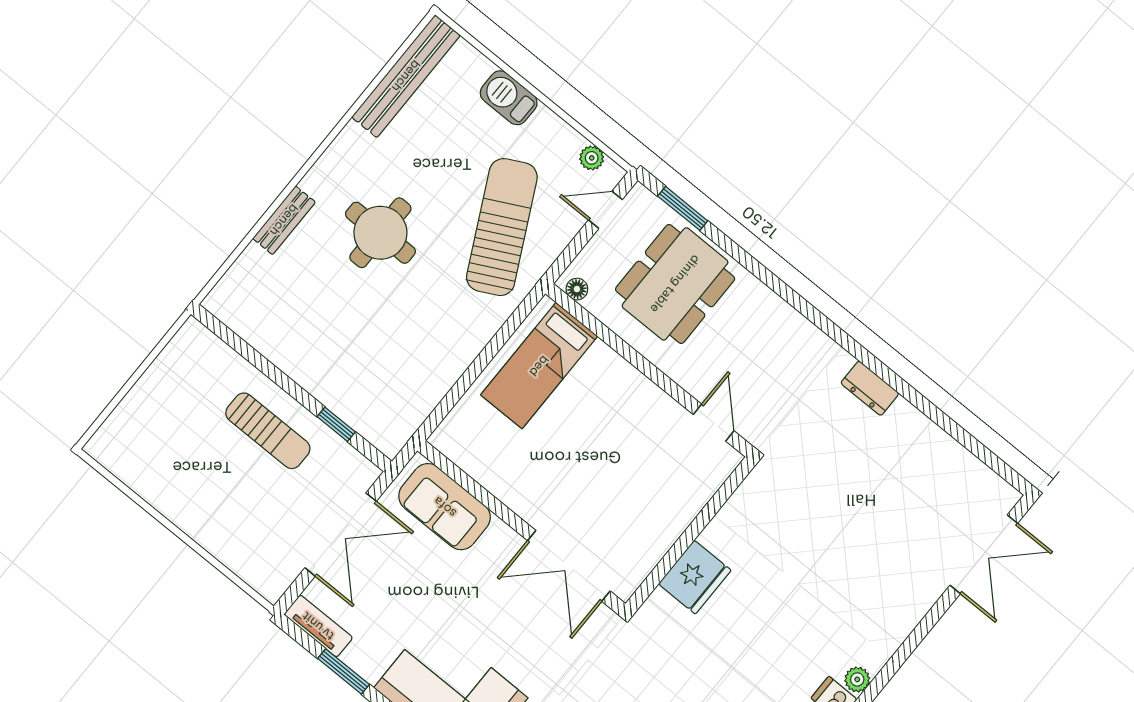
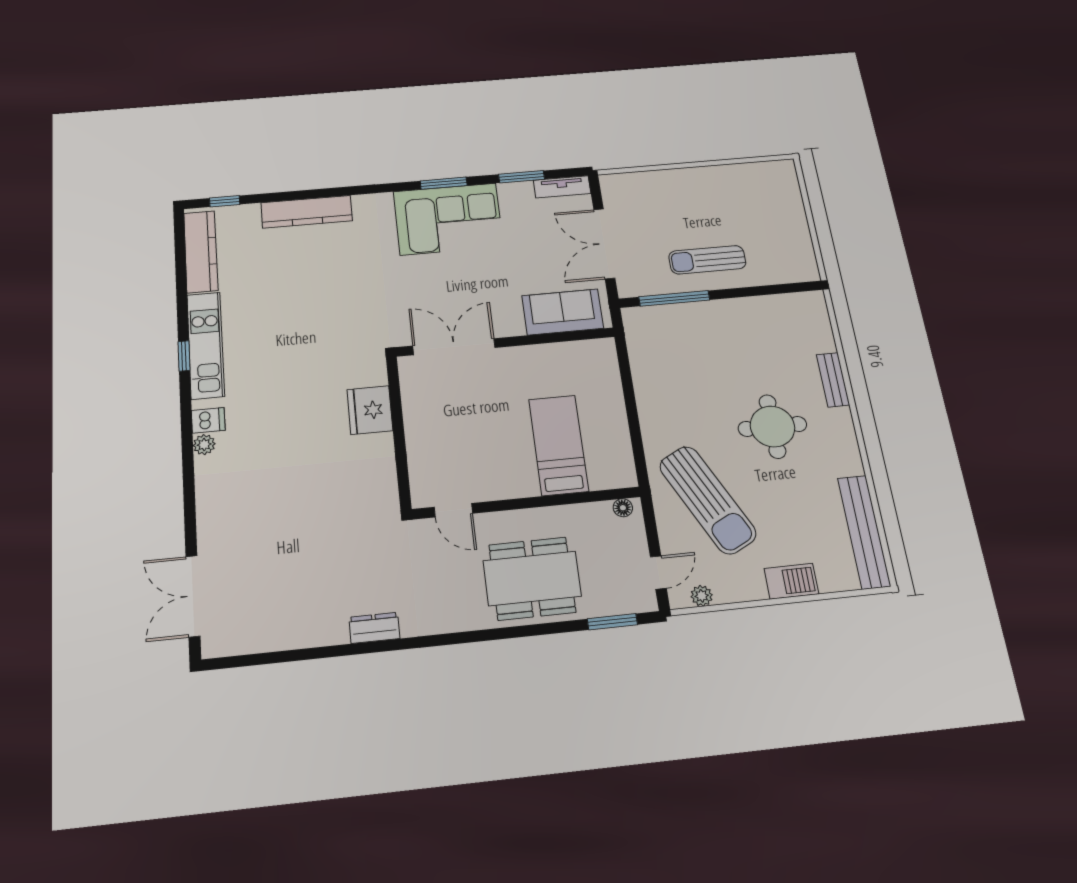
dining table: (675, 284) -> (532, 578), moved, turned 90
bed: (539, 366) -> (559, 445), moved
window: (336, 424) -> (674, 298), width x2.17

